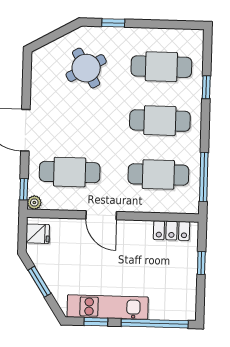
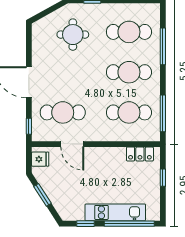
round table: (86, 68) -> (73, 35), turned 30
window: (206, 87) -> (163, 46), width x2.17
plant: (34, 203) -> (37, 136), removed
door: (101, 215) -> (72, 144), moved
kitchen unit: (108, 307) -> (115, 212), moved

